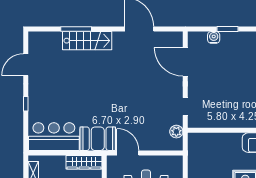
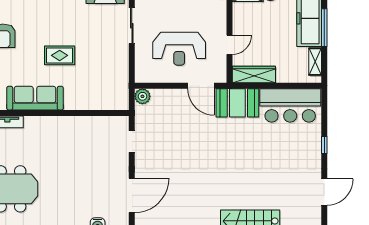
door: (185, 62) -> (132, 195), hinge flipped
plant: (176, 132) -> (142, 96), moved

